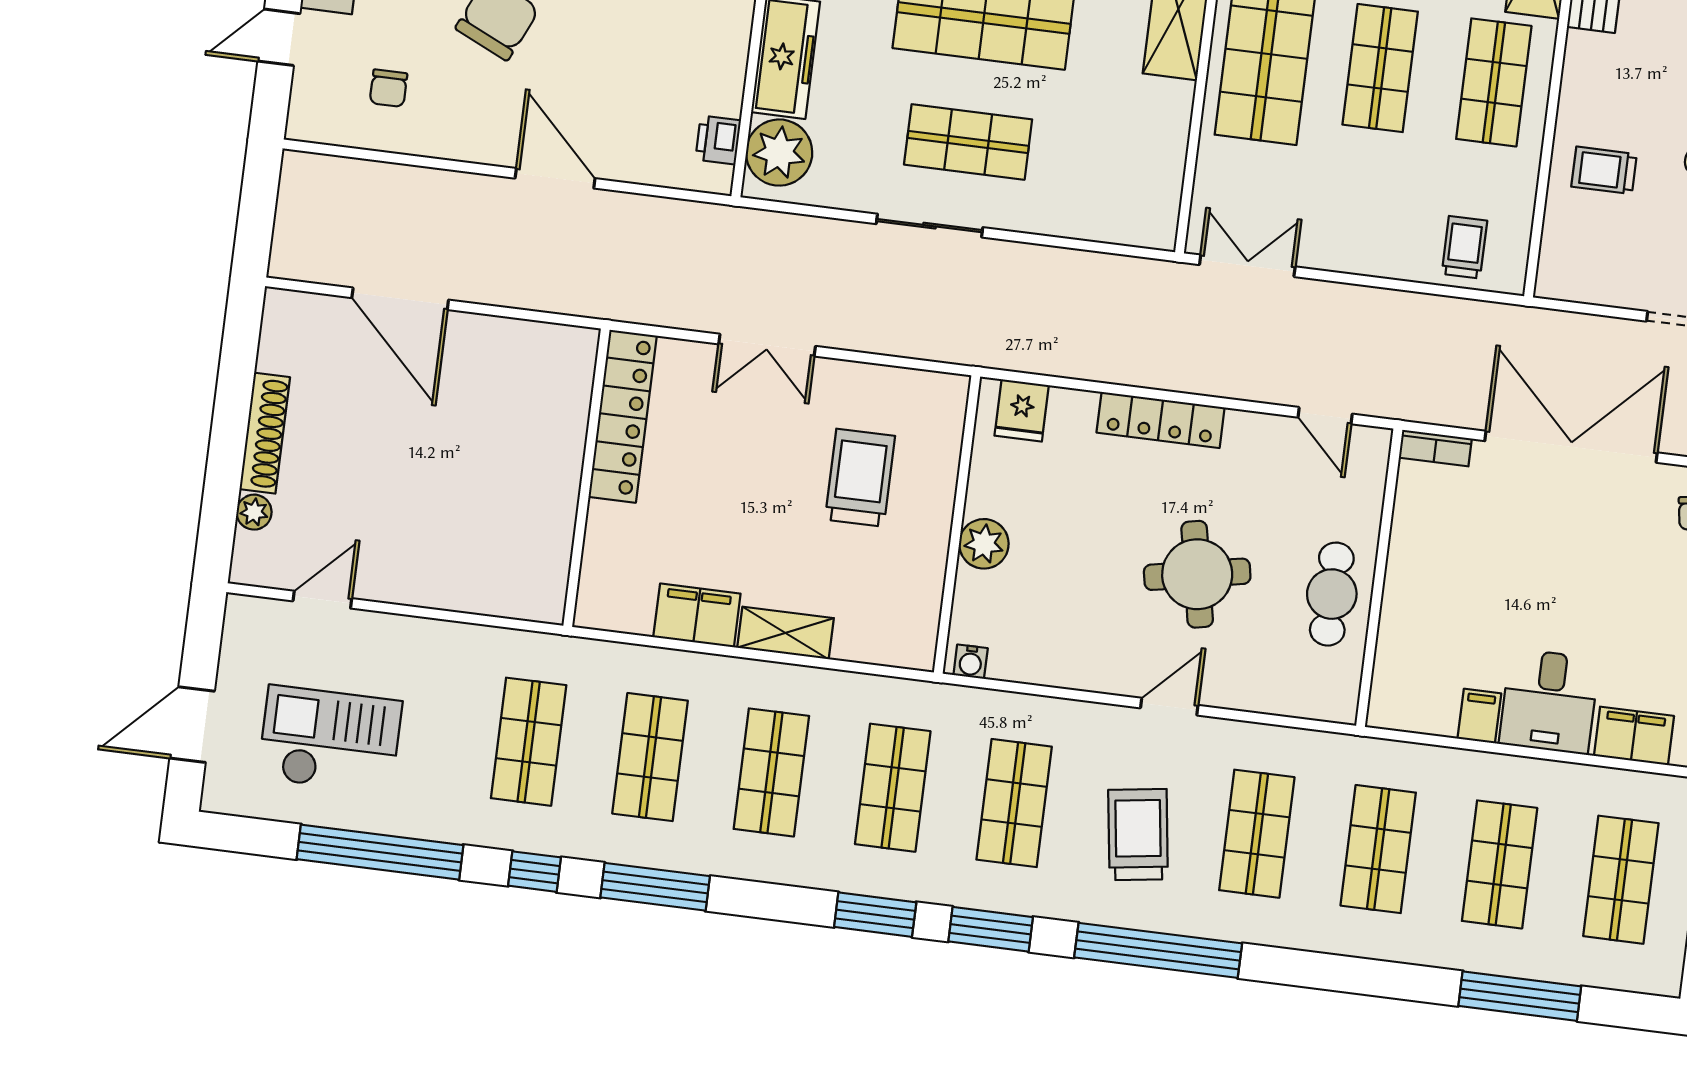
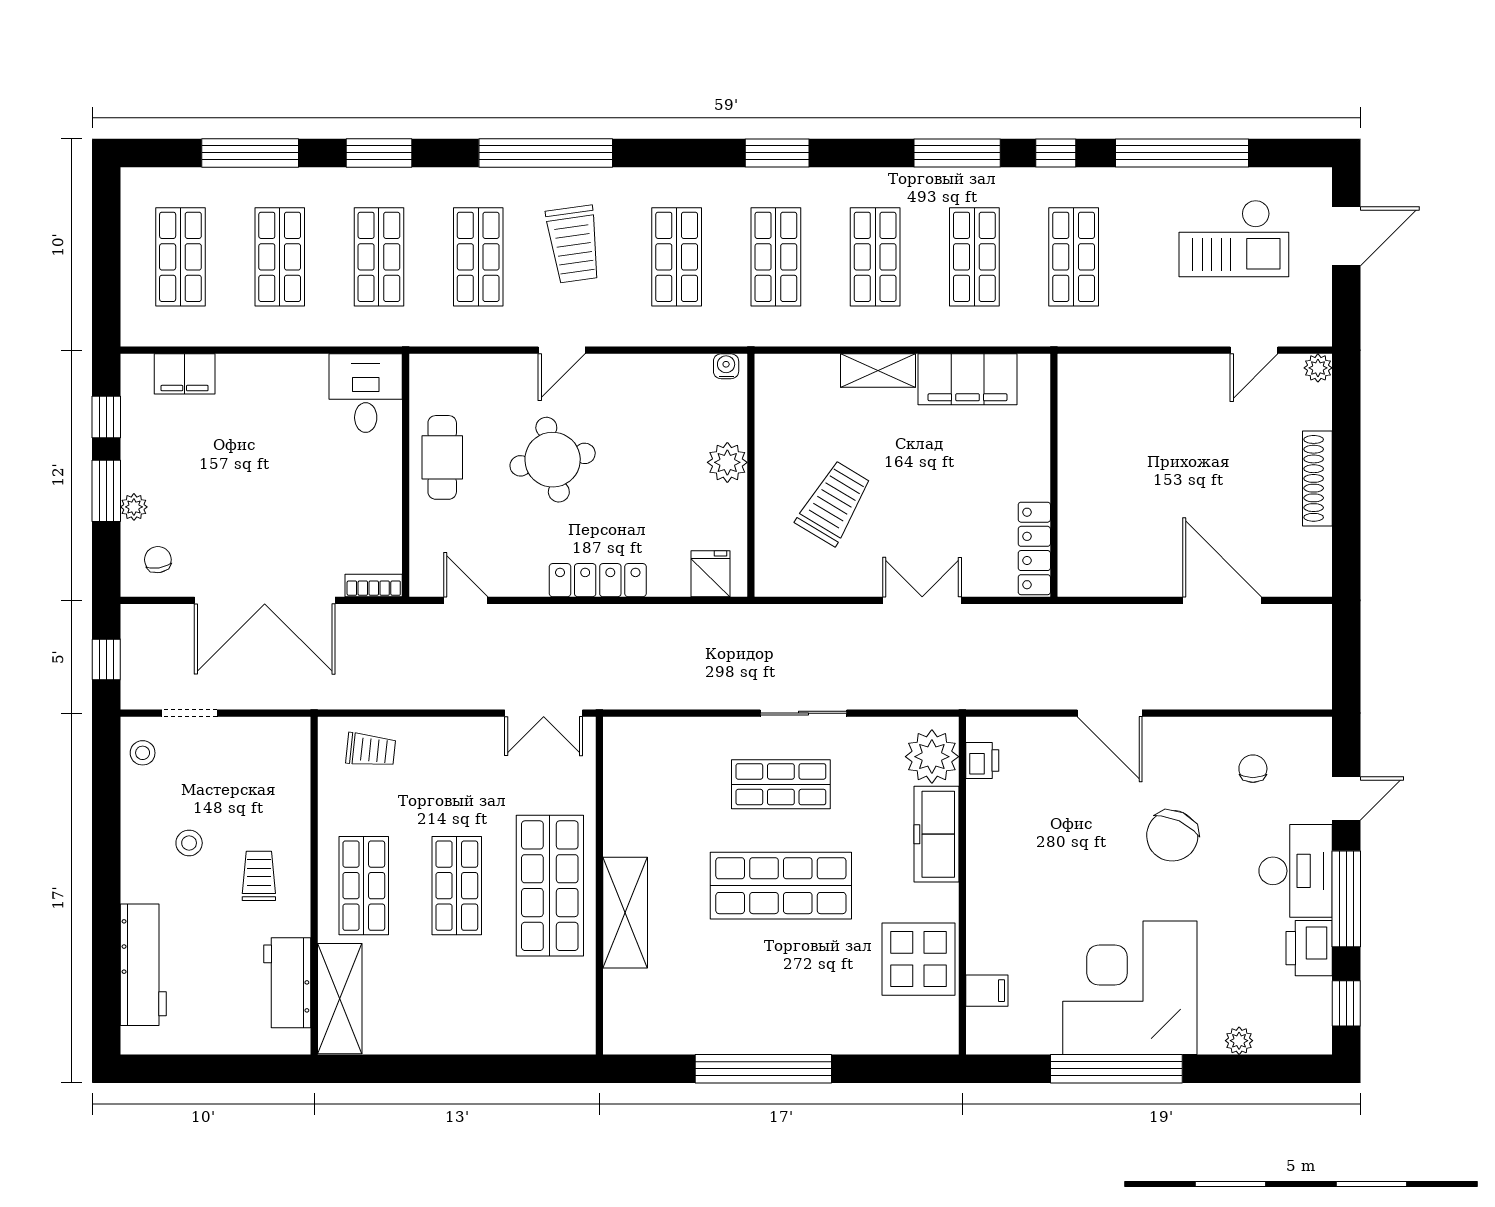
trolley: (1604, 170) -> (259, 876), moved, turned -90
trolley: (1464, 247) -> (371, 750), turned -84
locker: (623, 416) -> (1034, 548), width x0.71, depth x0.83
trolley: (860, 478) -> (834, 503), turned -149
plant: (254, 512) -> (1318, 368), moved
filing cabinet: (697, 615) -> (968, 379), width x1.50, depth x1.17
desk: (1549, 701) -> (366, 393), moved
filing cabinet: (1479, 716) -> (311, 374), removed
window: (991, 929) -> (379, 153), moved

